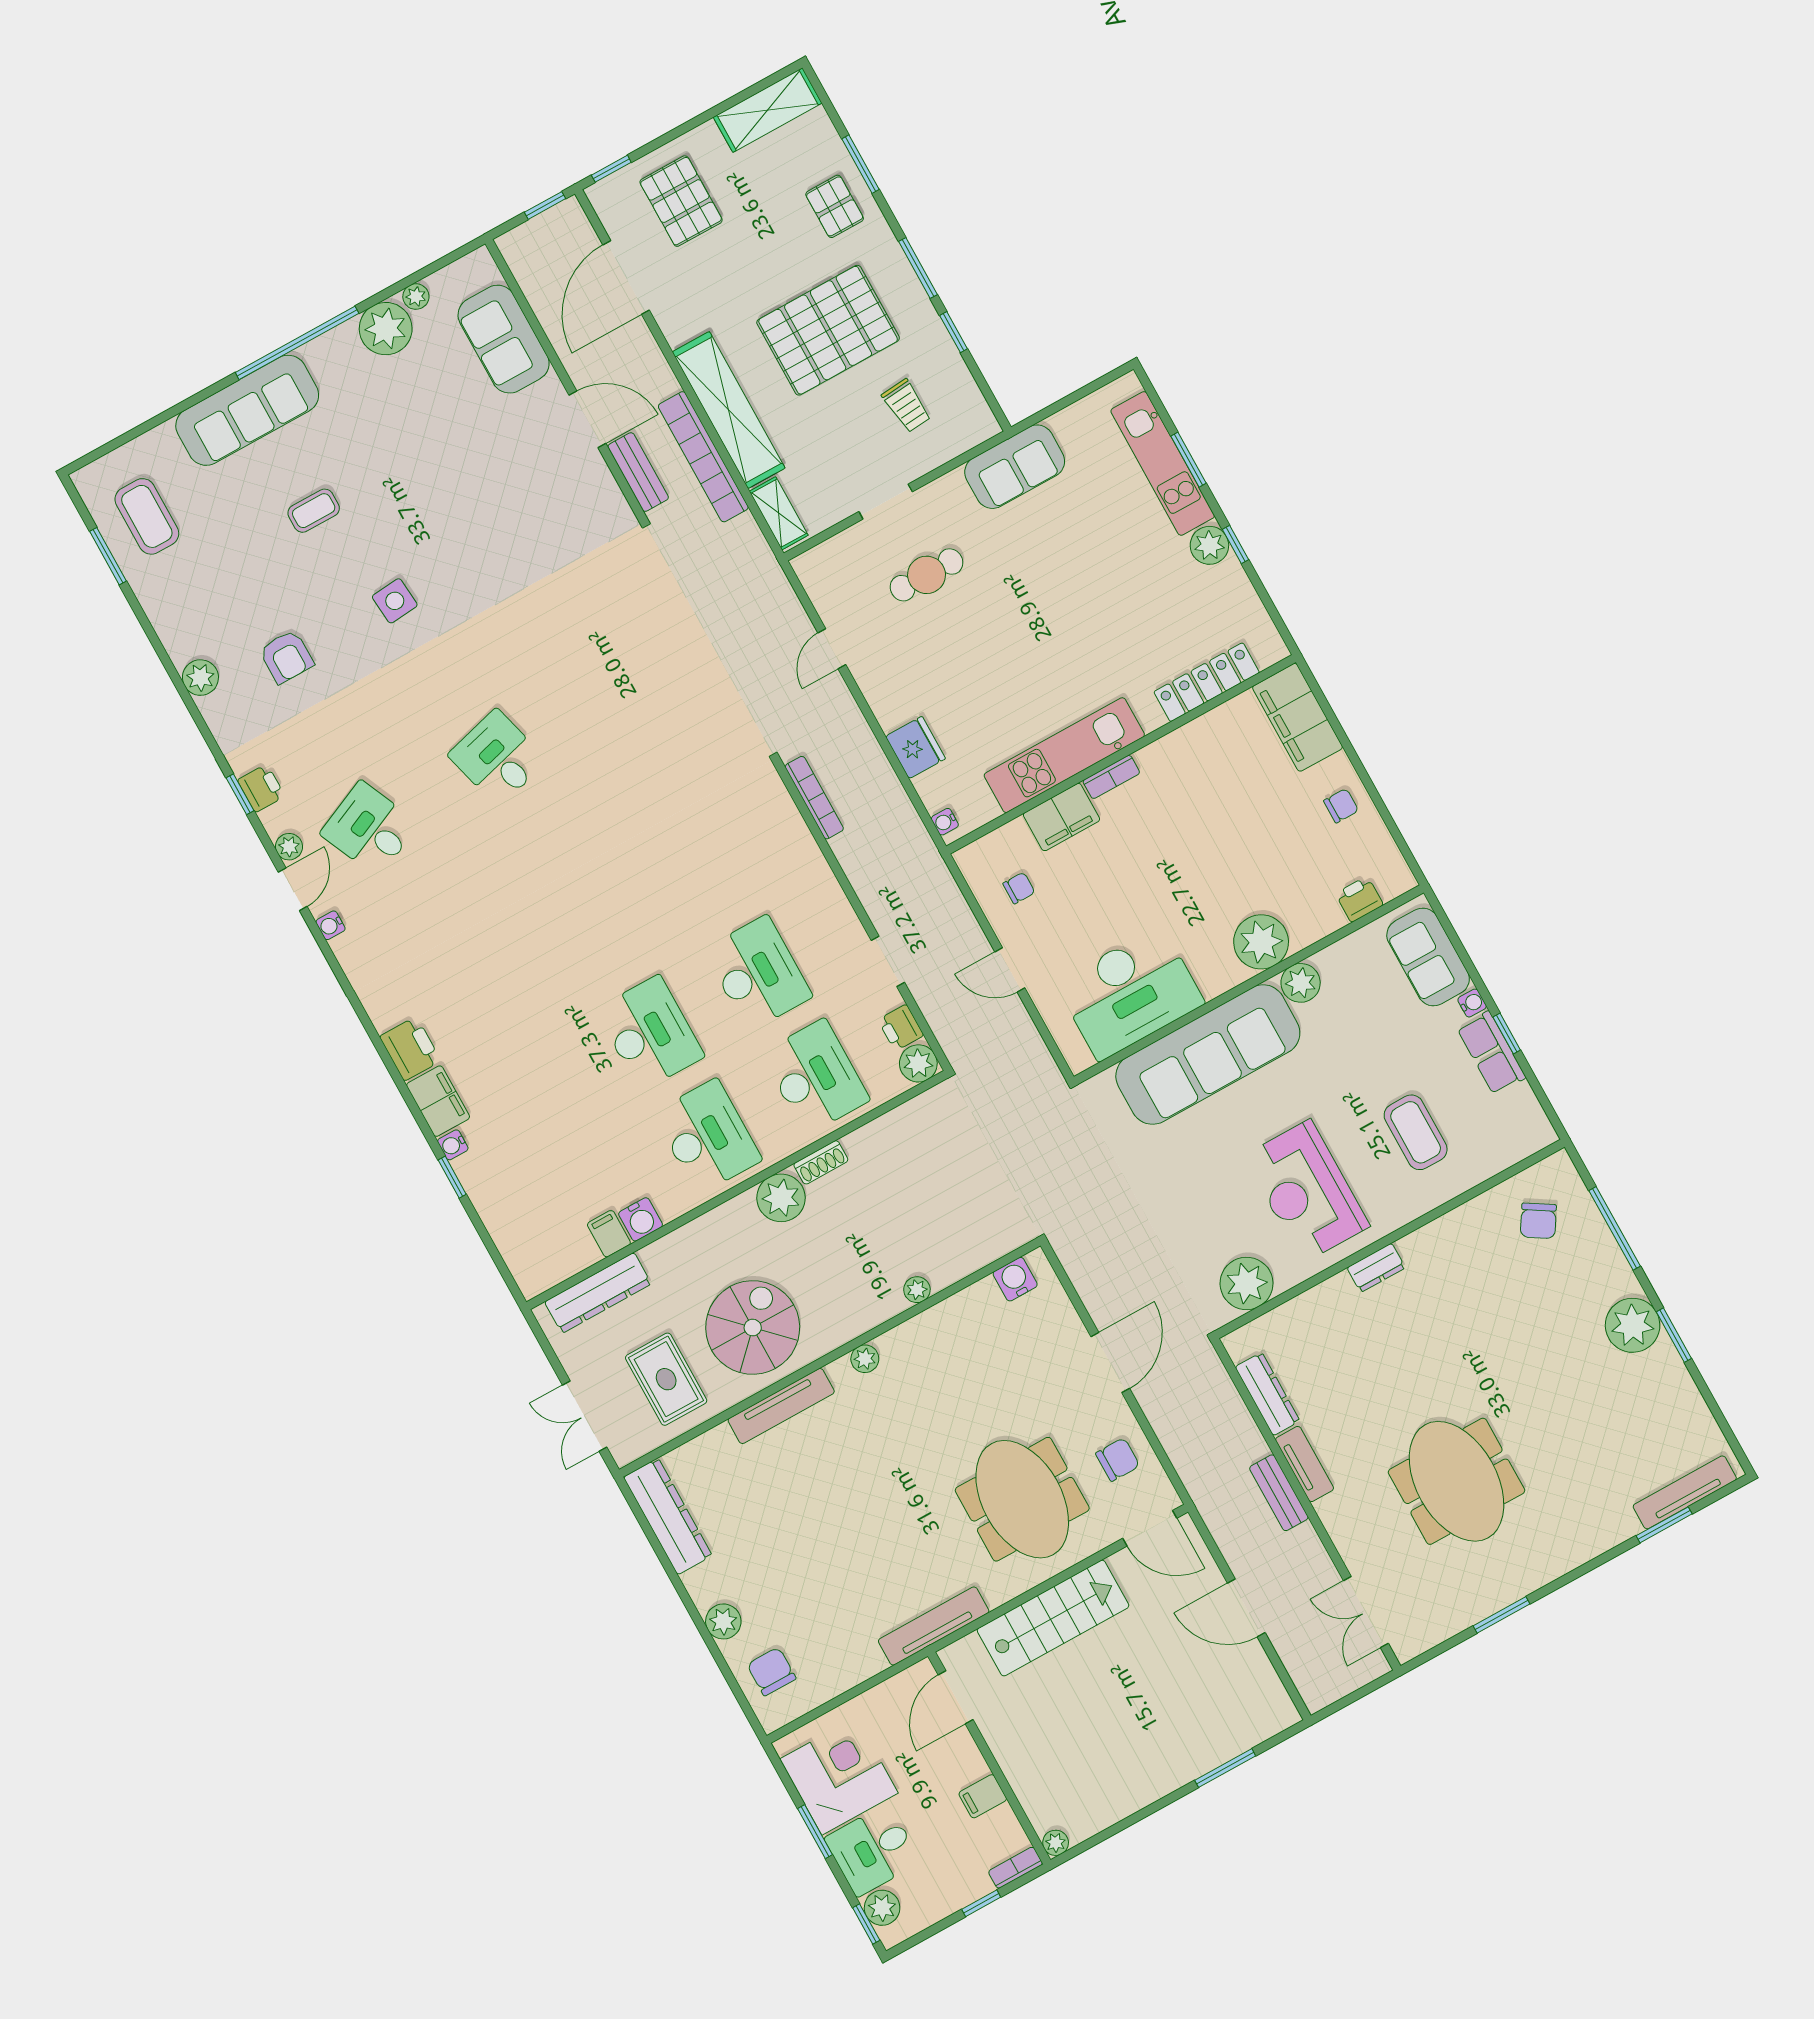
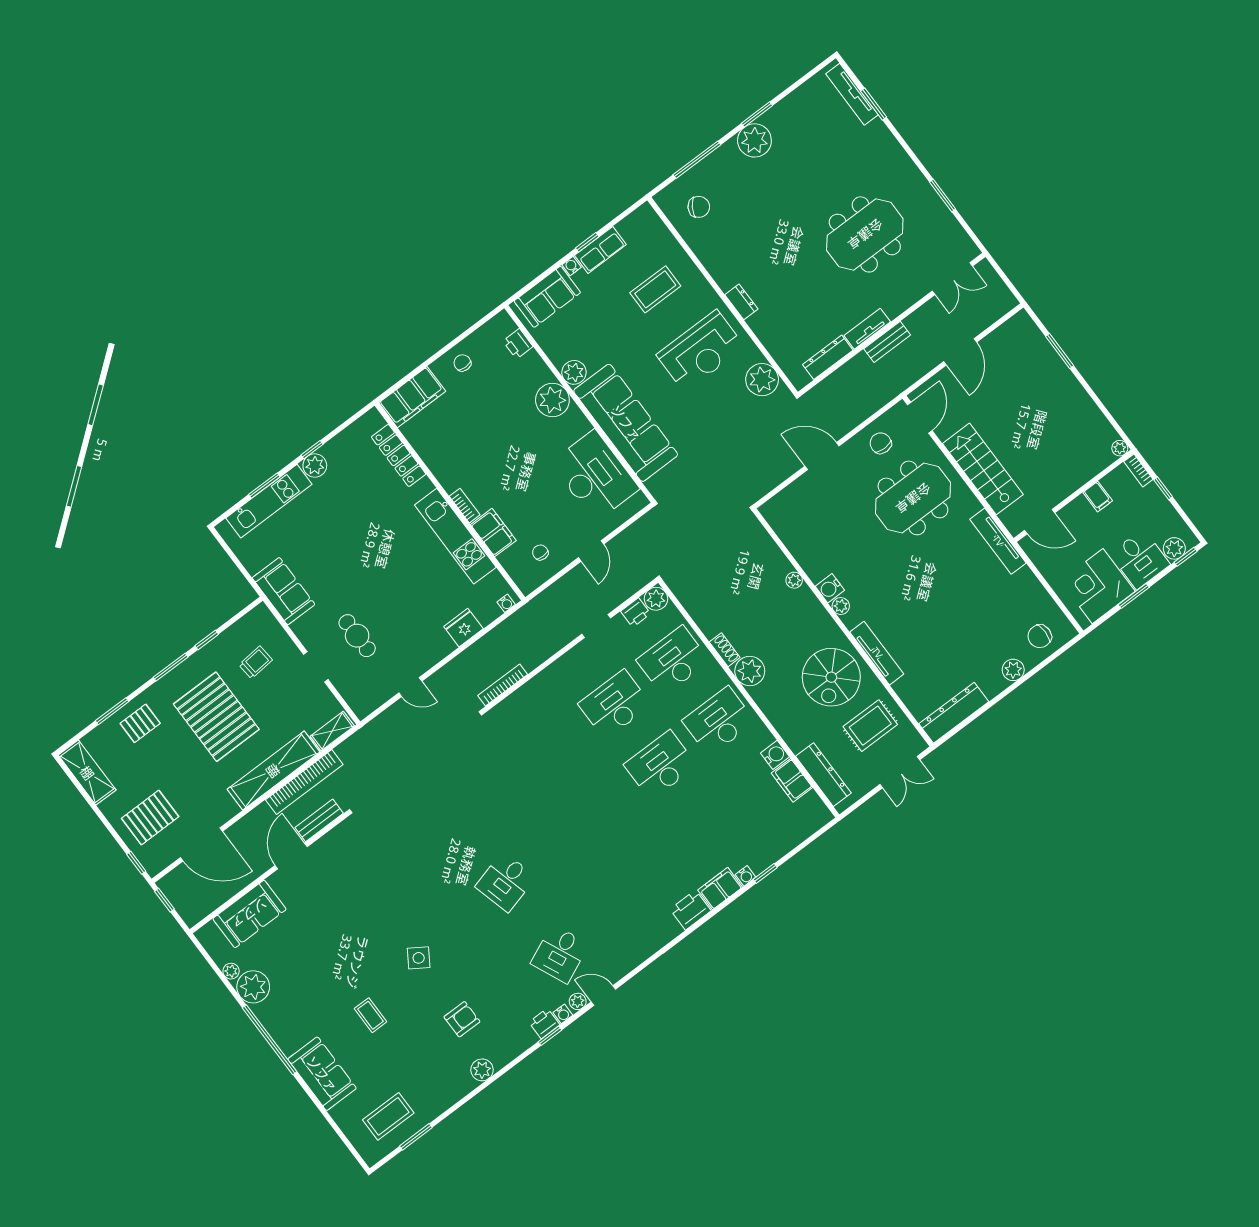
sofa: (247, 410) -> (322, 1074), width x0.73
side table: (395, 601) -> (419, 958), turned 38
water cooler: (331, 925) -> (563, 1014), moved
filing cabinet: (609, 1234) -> (792, 780), width x2.00
water cooler: (1015, 1279) -> (830, 588), moved
spiral stairs: (753, 1328) -> (831, 677), turned -90

